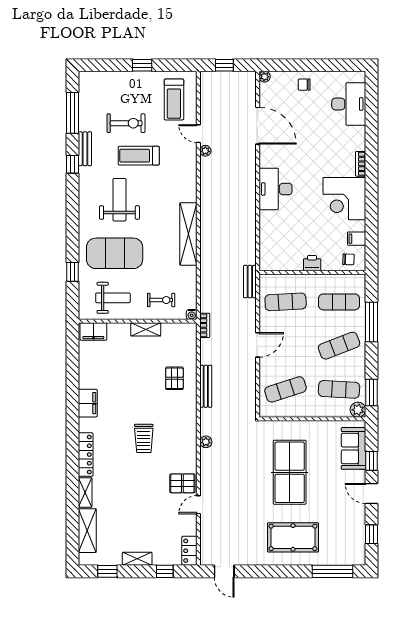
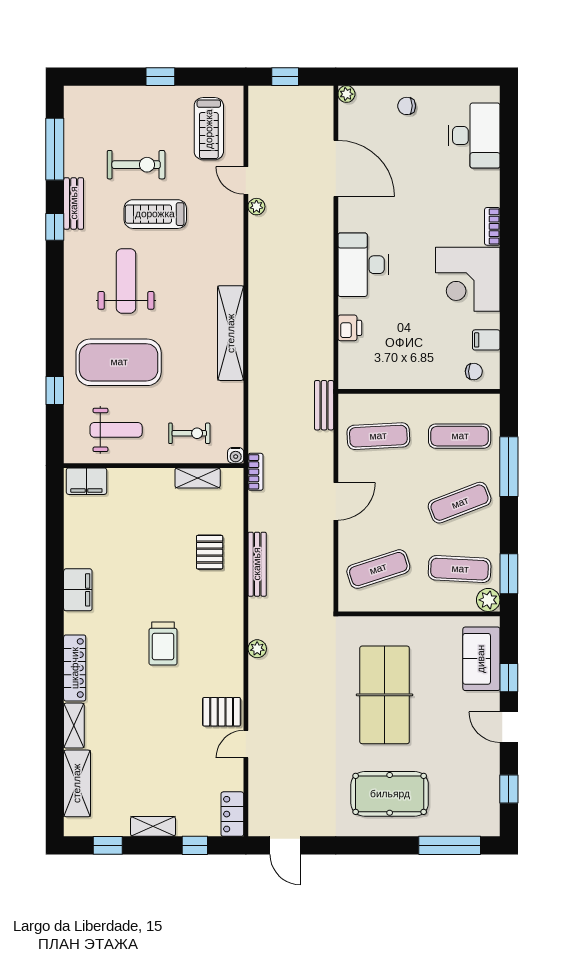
printer: (312, 263) -> (350, 328), moved, turned 90
shelving: (146, 329) -> (198, 478), moved

